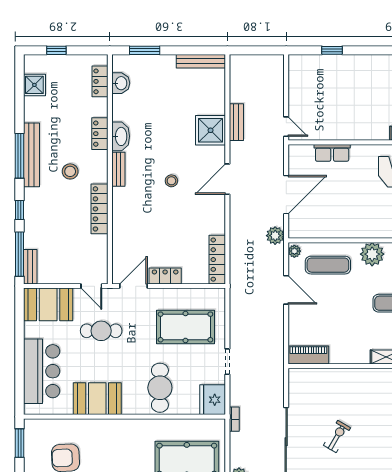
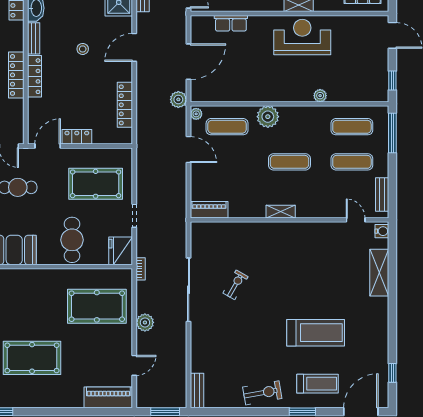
locker: (119, 210) -> (35, 76), added
locker: (217, 260) -> (125, 105), moved

